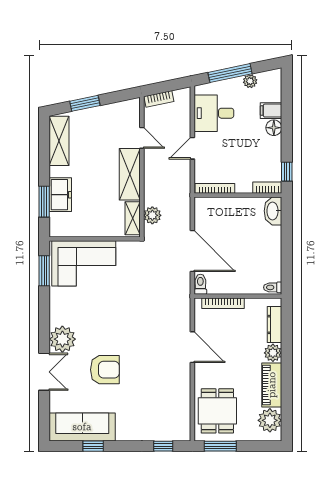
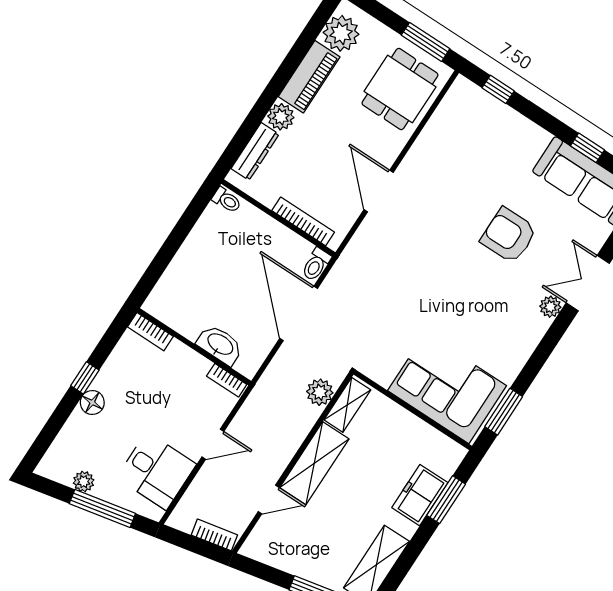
filing cabinet: (271, 111) -> (81, 427), removed
door: (142, 138) -> (269, 499), swing flipped
window: (287, 172) -> (85, 378), moved
bookcase: (215, 188) -> (227, 380), width x0.64
washbasin: (273, 211) -> (220, 345), moved, turned -90
plant: (62, 339) -> (550, 307), width x0.53, depth x0.53

